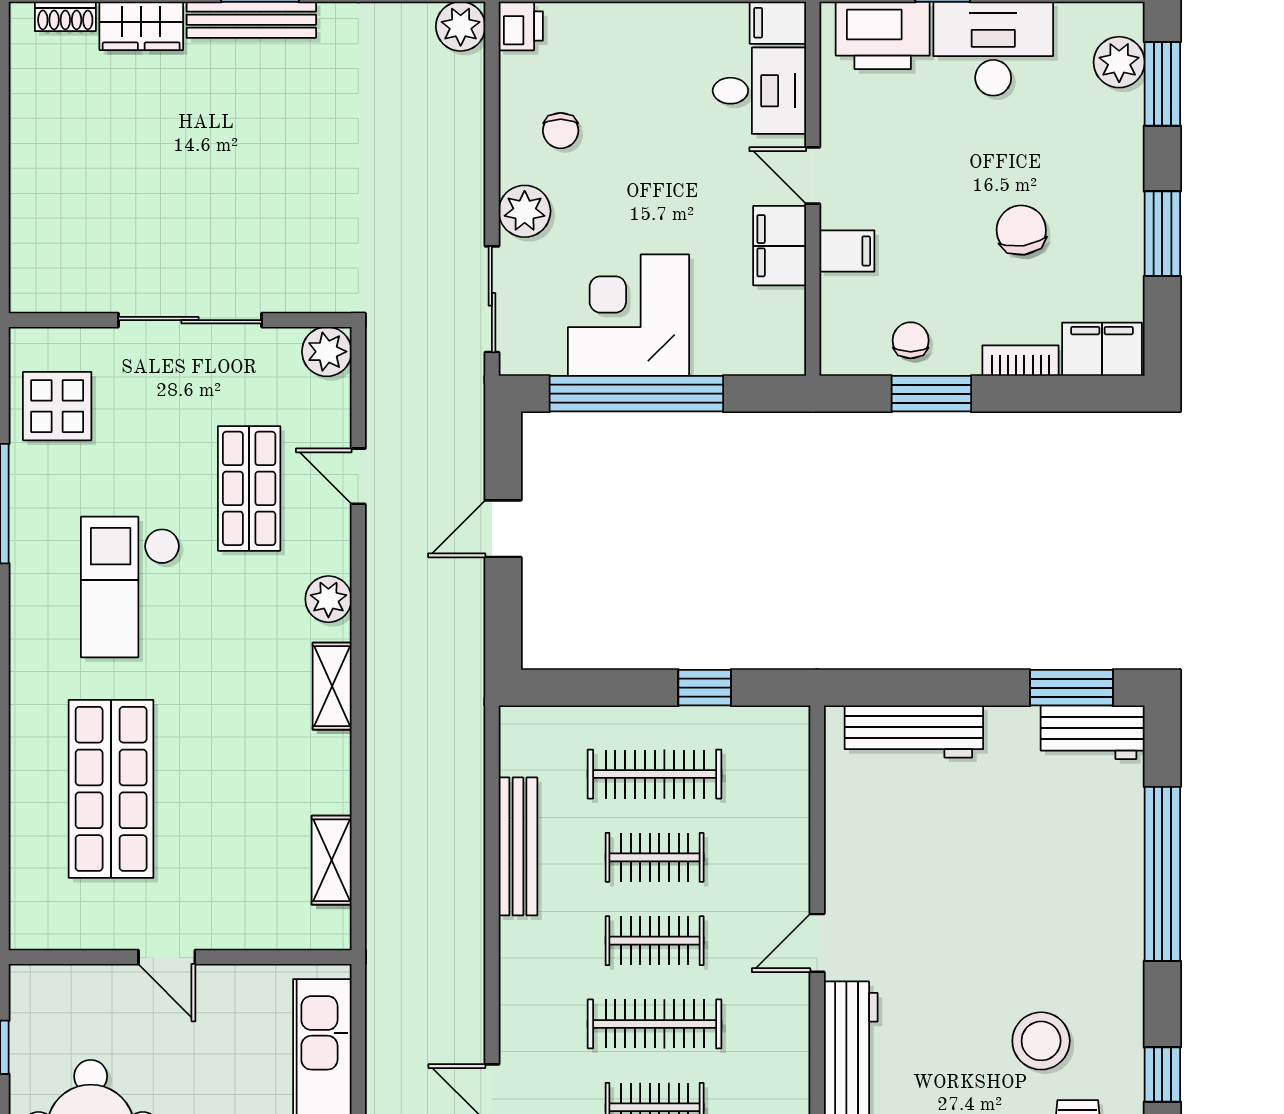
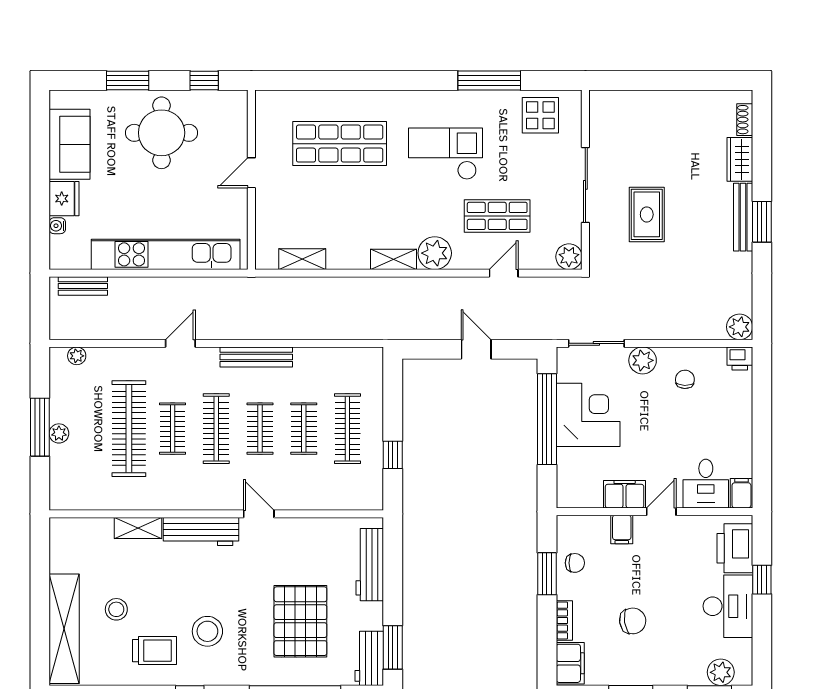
chair: (561, 131) -> (685, 379), turned 92
rug: (246, 203) -> (647, 214), added
plant: (328, 599) -> (435, 253), width x1.36, depth x1.36
bench: (518, 846) -> (256, 357), moved
pallet: (1022, 864) -> (300, 621), added

